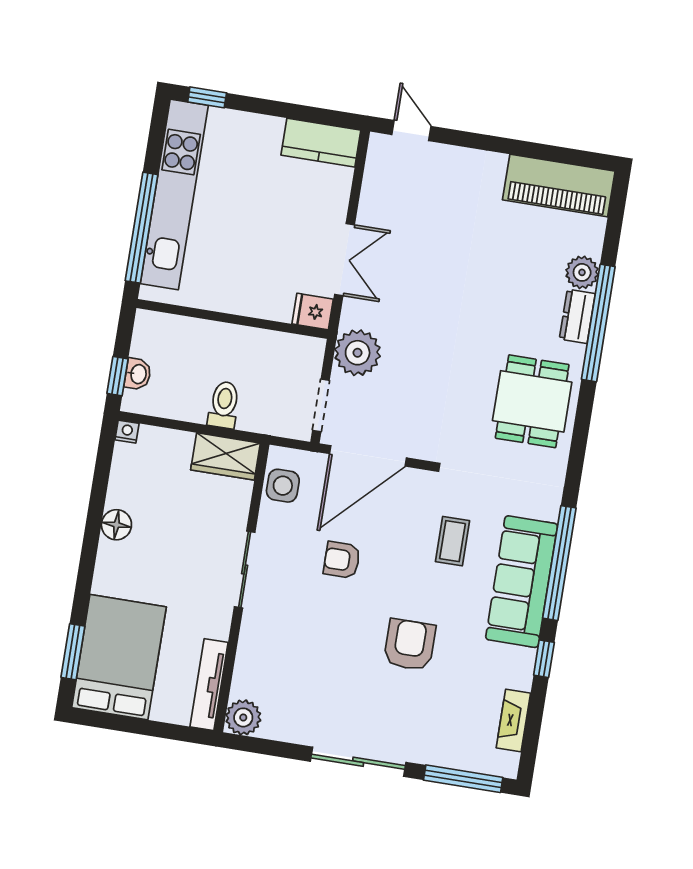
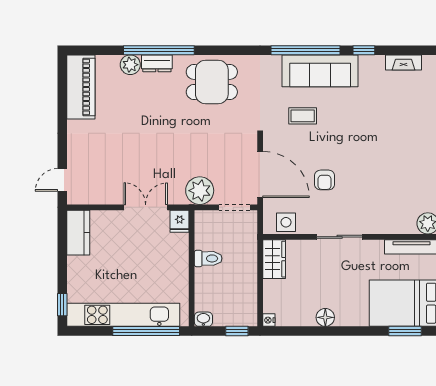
washbasin: (138, 374) -> (203, 319), moved
toilet: (224, 405) -> (208, 258), moved, turned 180
armchair: (410, 645) -> (368, 131), removed

